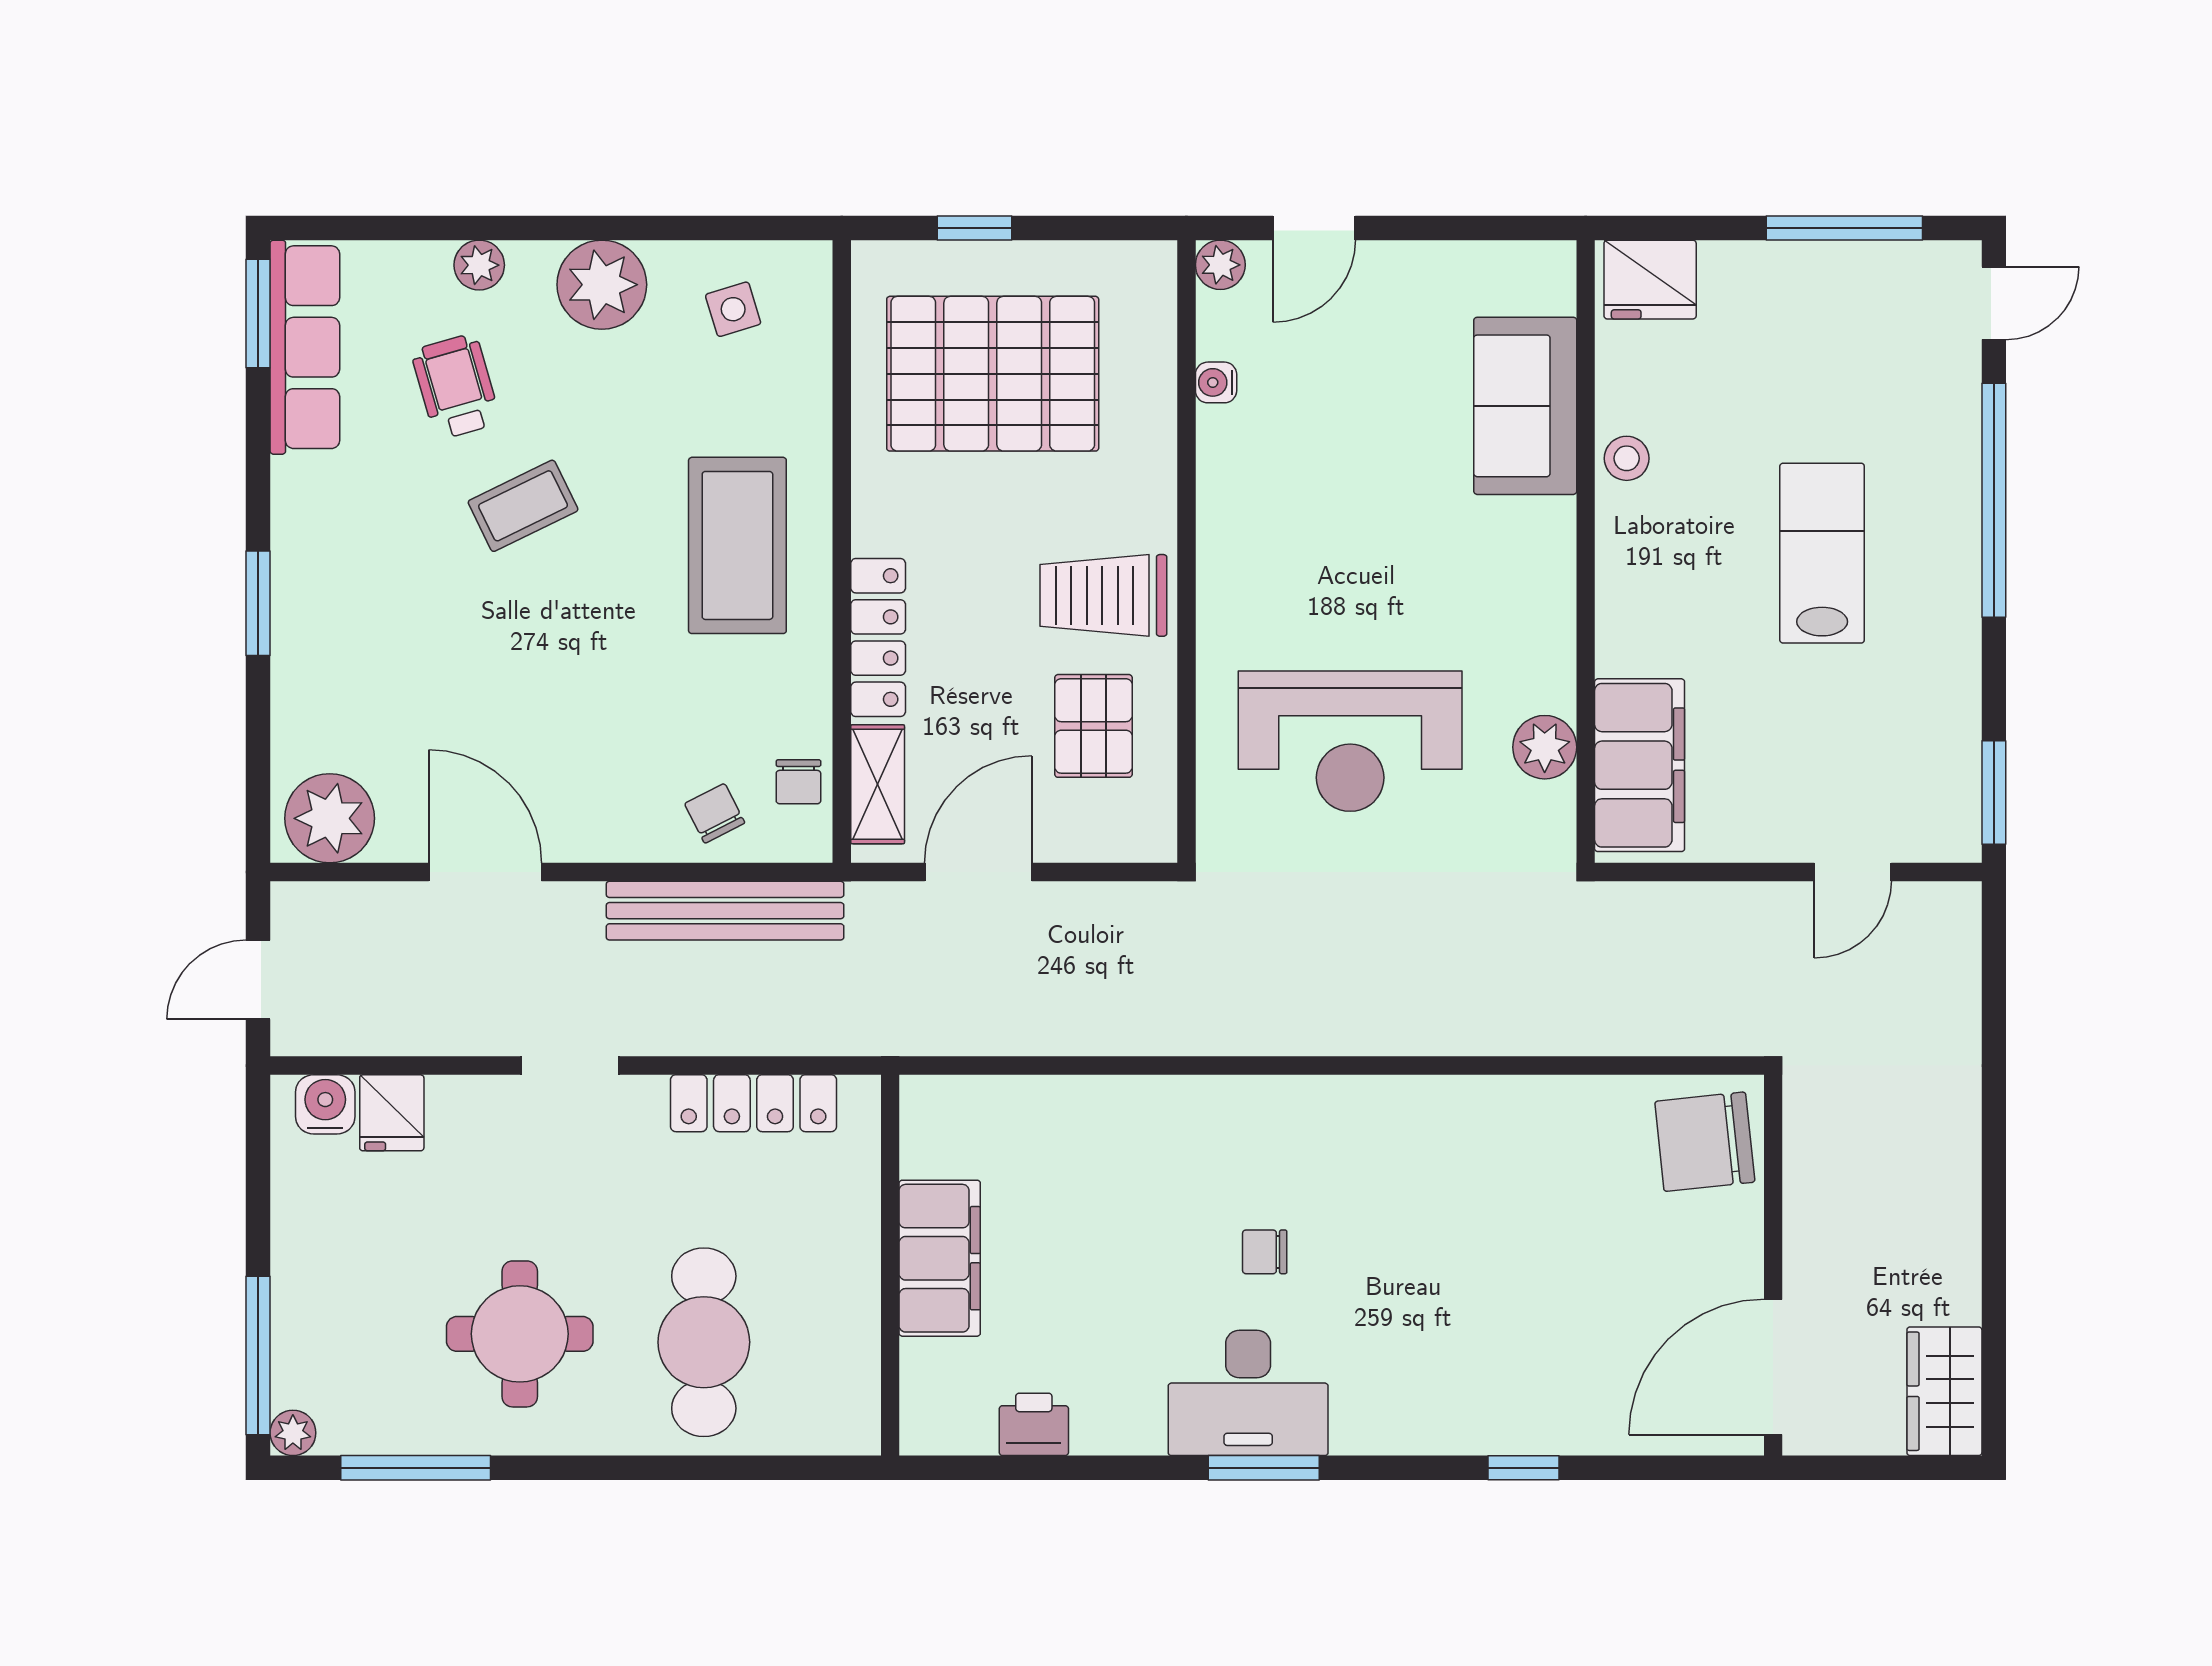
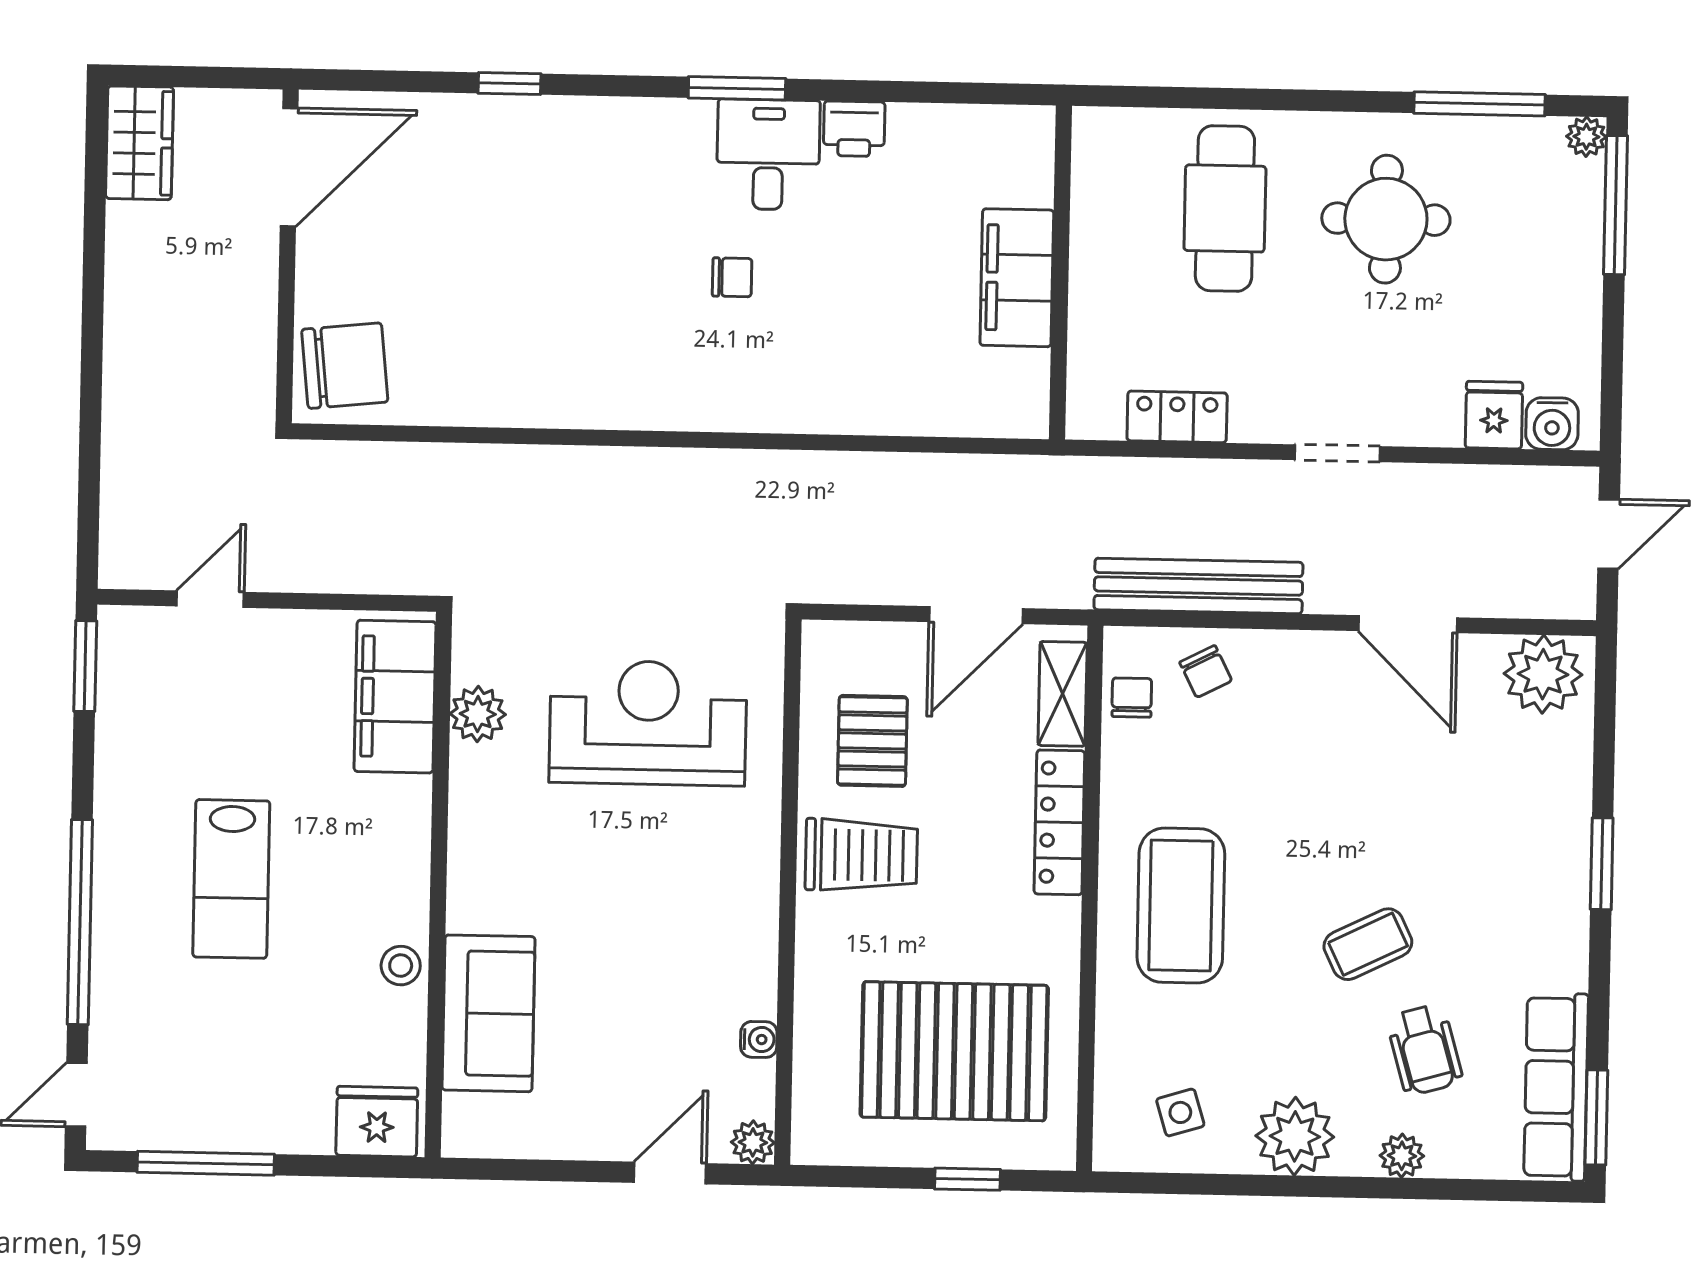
locker: (753, 1103) -> (1177, 417), width x0.66
desk: (1248, 1393) -> (768, 154), width x0.73
printer: (1034, 1424) -> (854, 129), moved

